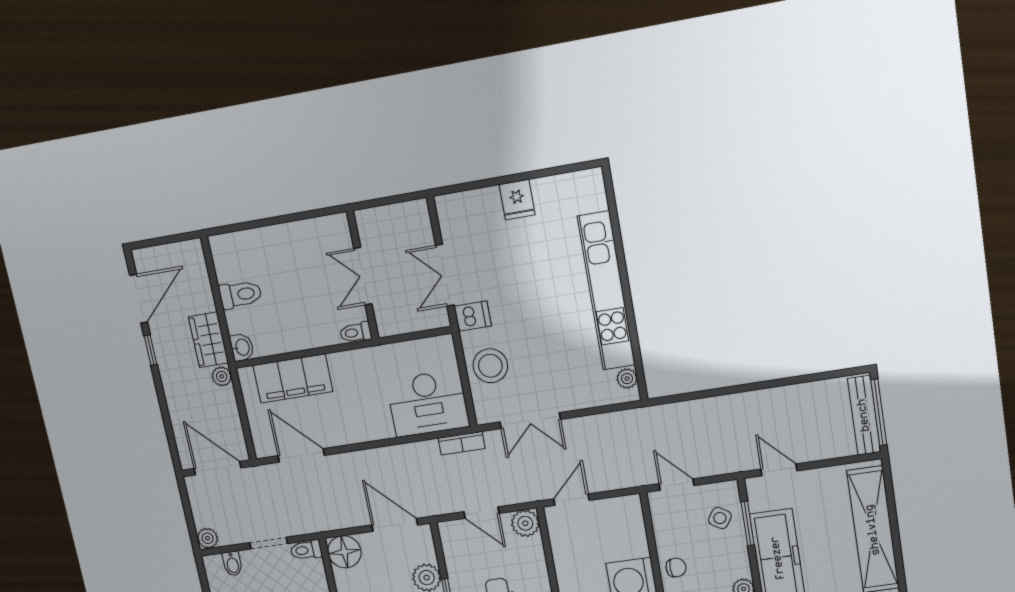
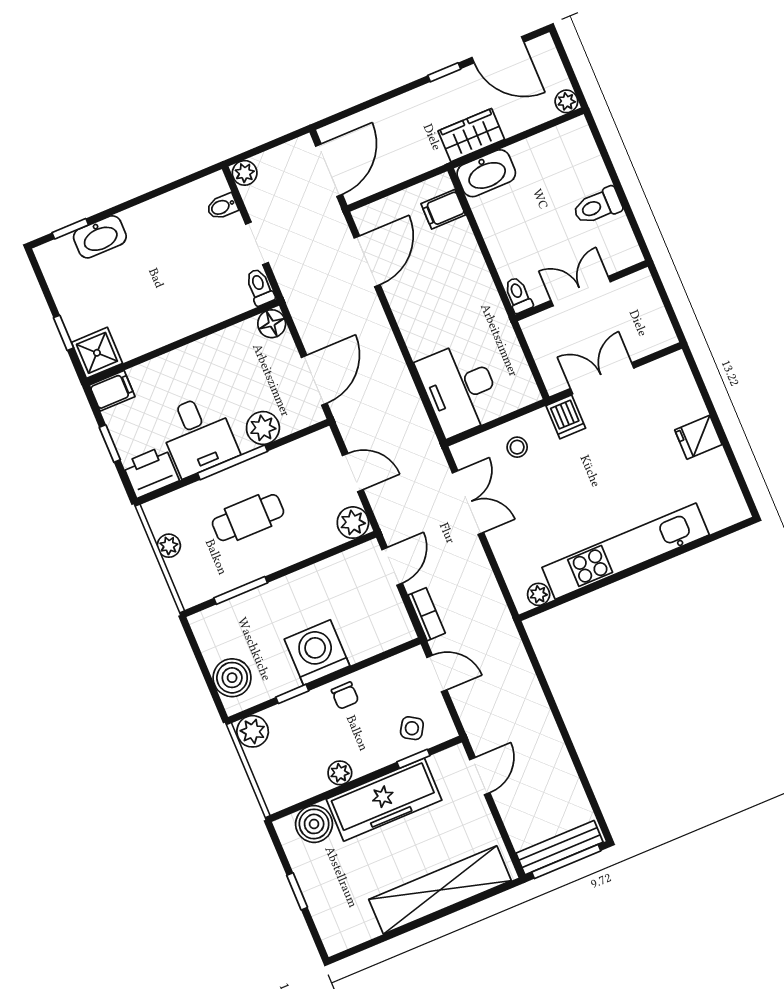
toilet: (240, 294) -> (597, 206), moved, turned 90
washbasin: (242, 347) -> (486, 173), width x1.91, depth x1.45
stool: (490, 366) -> (517, 447), width x0.53, depth x0.53
plant: (222, 376) -> (566, 101), moved
filing cabinet: (293, 378) -> (443, 209), width x0.33, depth x0.86
double door: (530, 421) -> (468, 503), swing flipped
bookcase: (462, 443) -> (427, 614), moved, turned 180
door: (676, 485) -> (437, 674), hinge flipped
door: (571, 500) -> (392, 566), hinge flipped
door: (482, 513) -> (353, 473), swing flipped
window: (748, 523) -> (413, 759), width x0.67
floor lamp: (344, 552) -> (272, 324), width x0.73, depth x0.73

